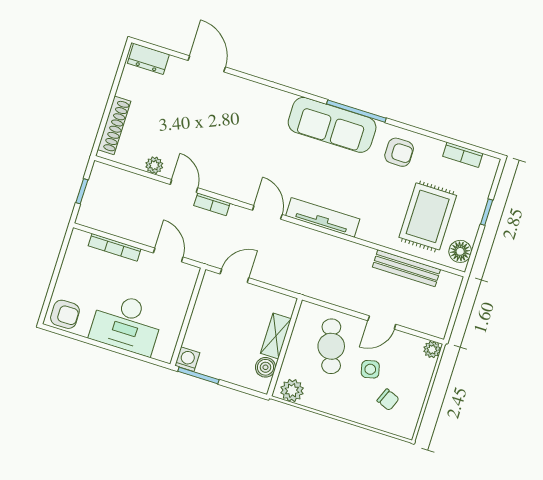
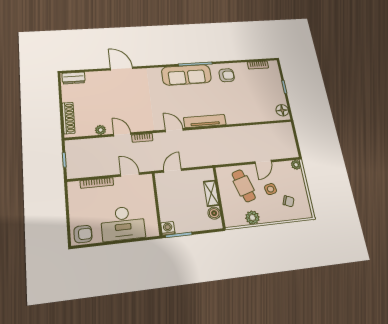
door: (207, 64) -> (121, 69), moved
rug: (428, 216) -> (257, 100), removed
bench: (406, 268) -> (261, 129), removed
plant: (292, 390) -> (252, 218), moved

